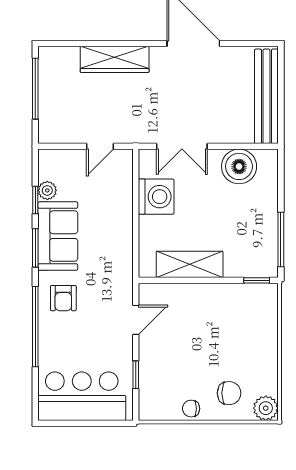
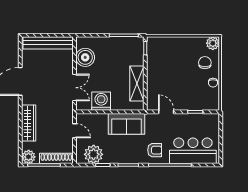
plant: (51, 59) -> (29, 157), added
shoe rack: (48, 112) -> (56, 158), added
plant: (47, 190) -> (94, 154), width x1.87, depth x1.87
sofa: (58, 236) -> (126, 124), moved, turned 180
bar counter: (82, 396) -> (193, 151), moved, turned 90

